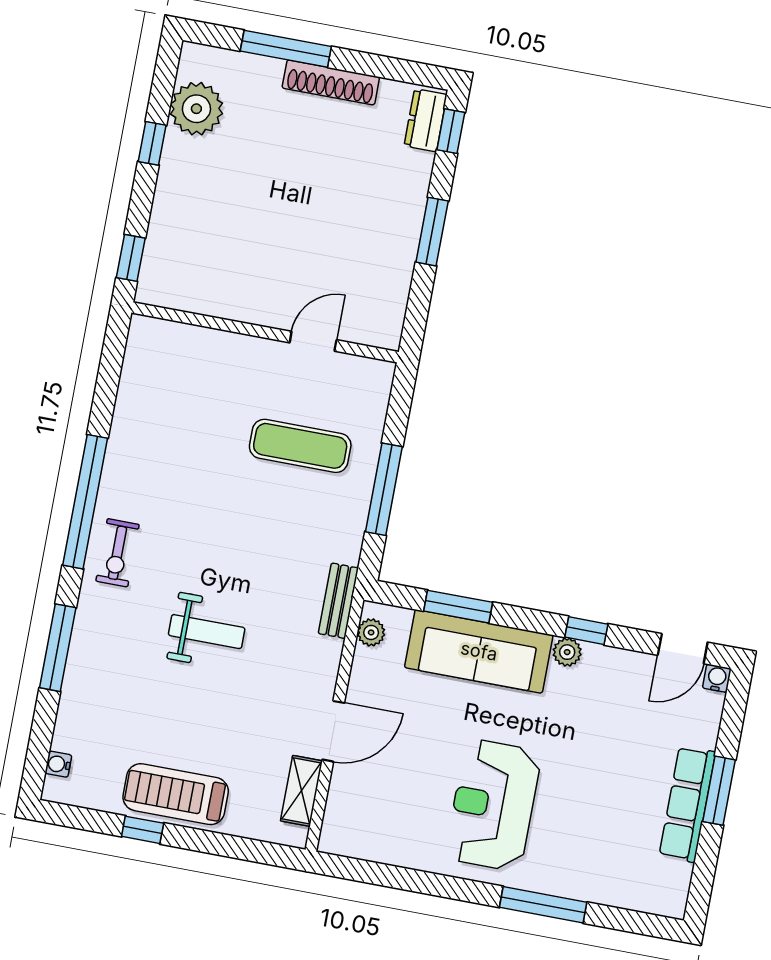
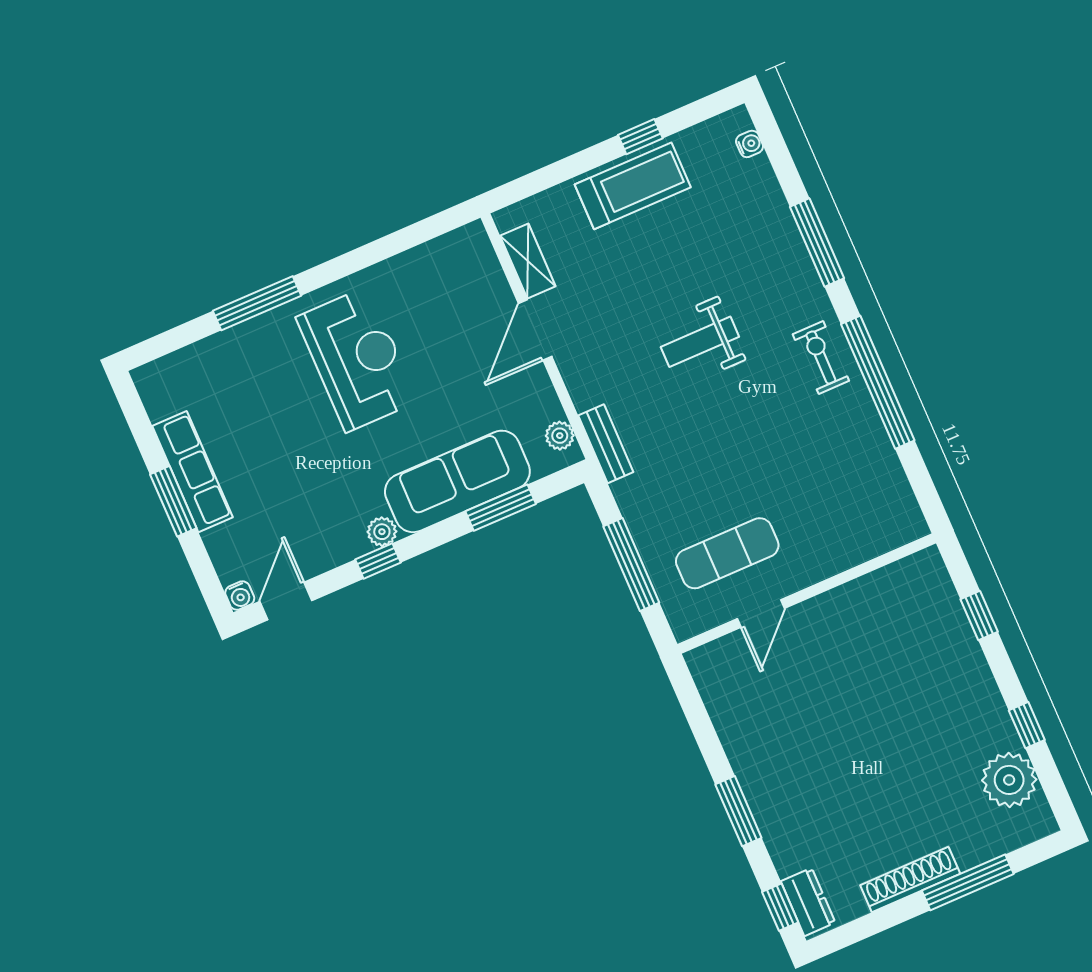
wall: (265, 332) -> (807, 594), moved
door: (313, 341) -> (761, 614), moved

